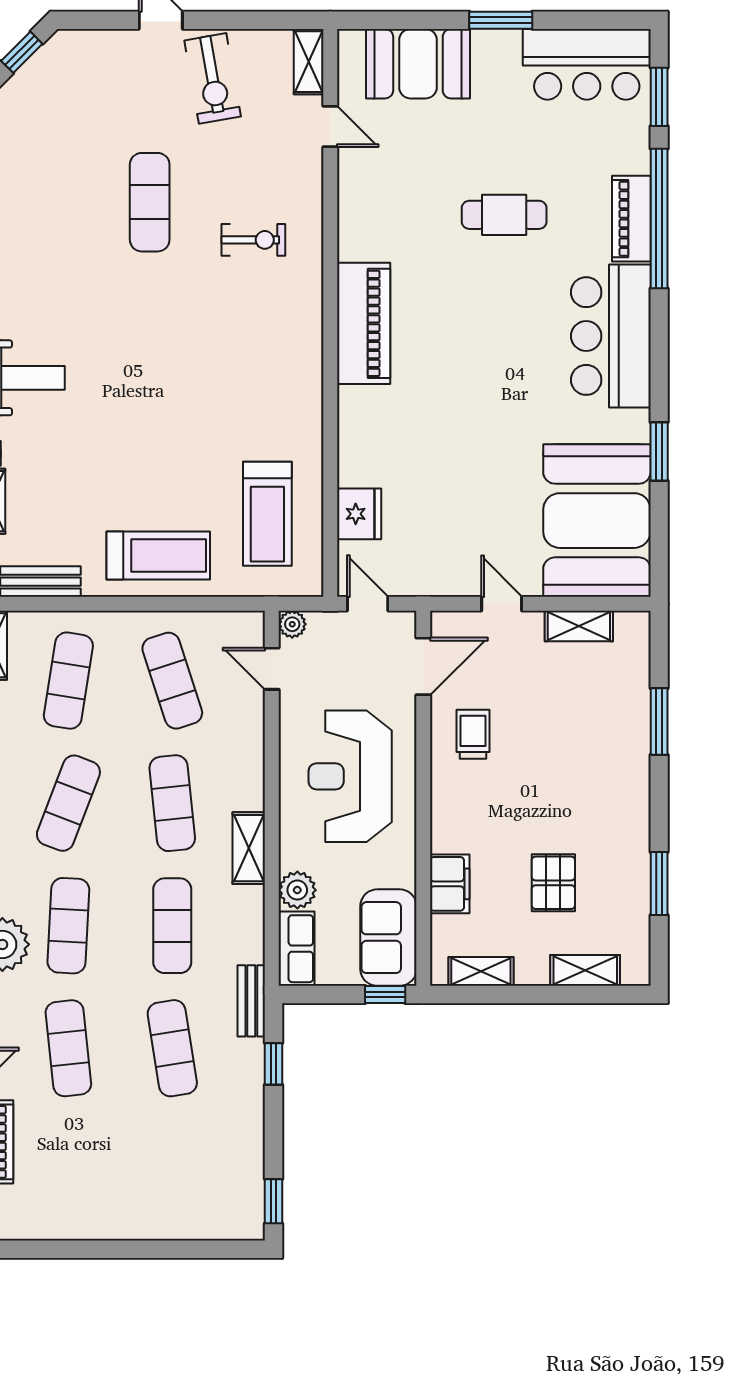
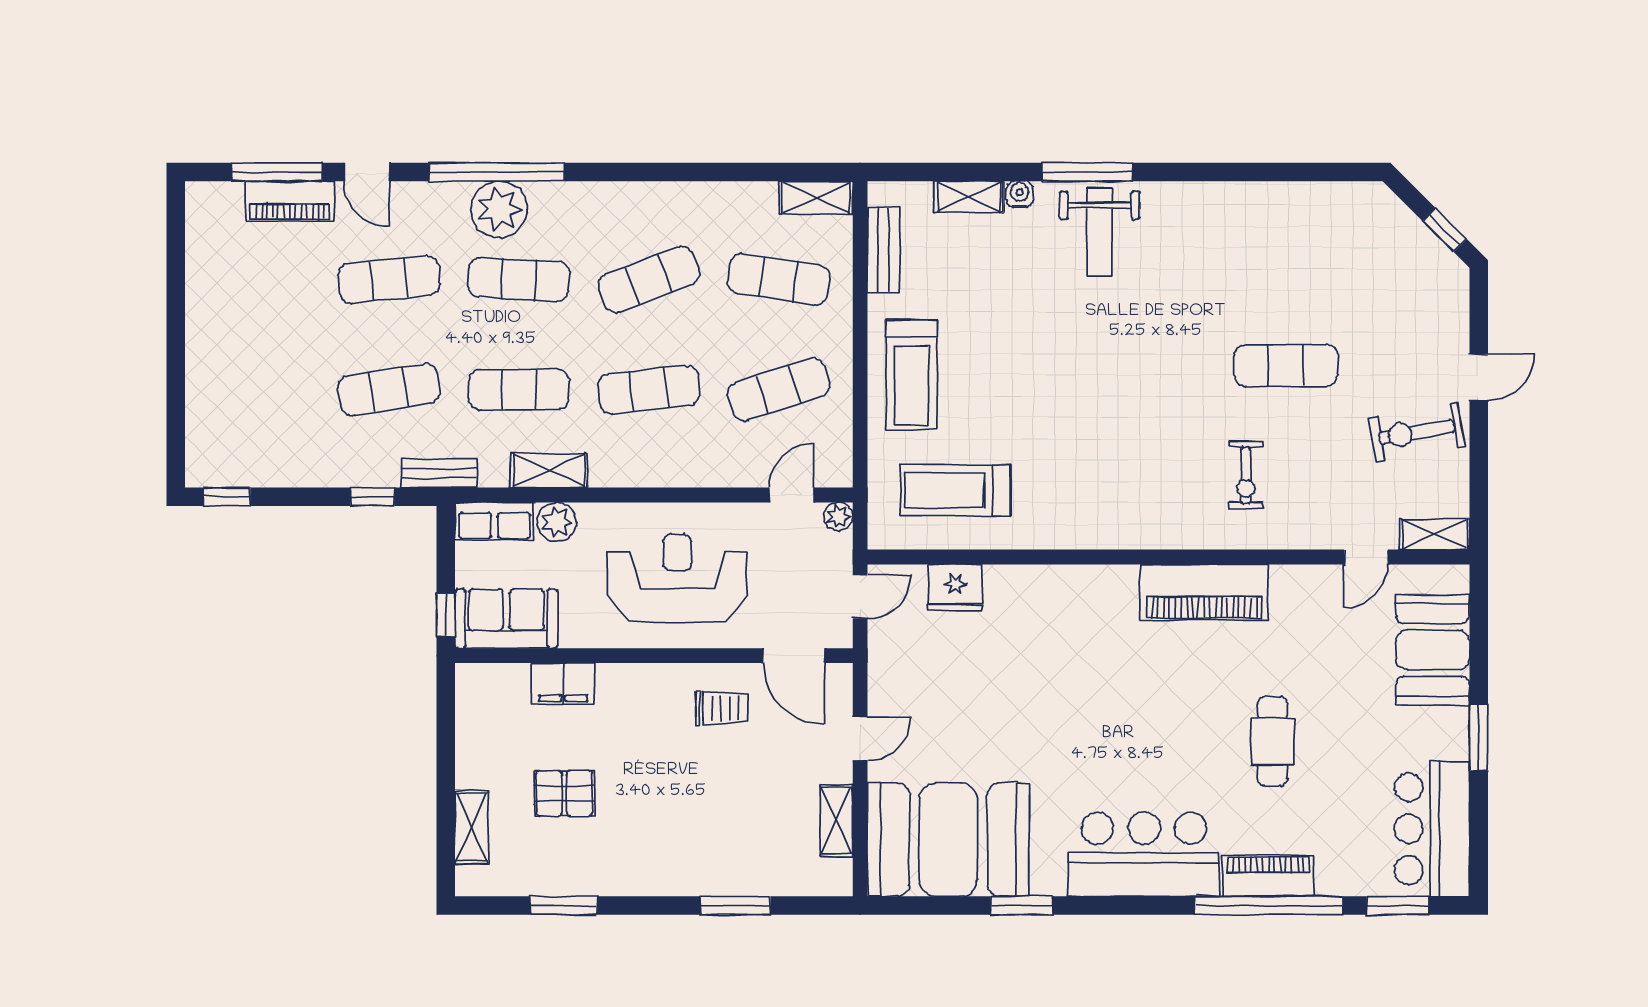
piano: (364, 323) -> (1204, 592), moved
exercise mat: (68, 803) -> (649, 279), turned -42
shelving: (249, 848) -> (549, 471), moved
shelving: (481, 971) -> (470, 717), removed

